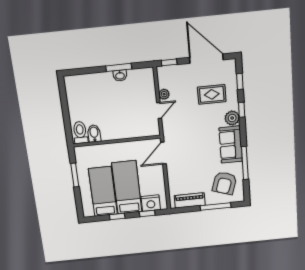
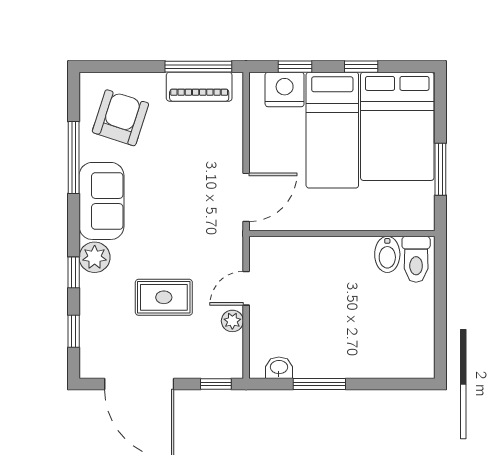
washbasin: (120, 76) -> (279, 368), moved
rug: (212, 94) -> (164, 297), moved
bed: (103, 192) -> (397, 126), width x1.50
window: (216, 207) -> (198, 67), moved

